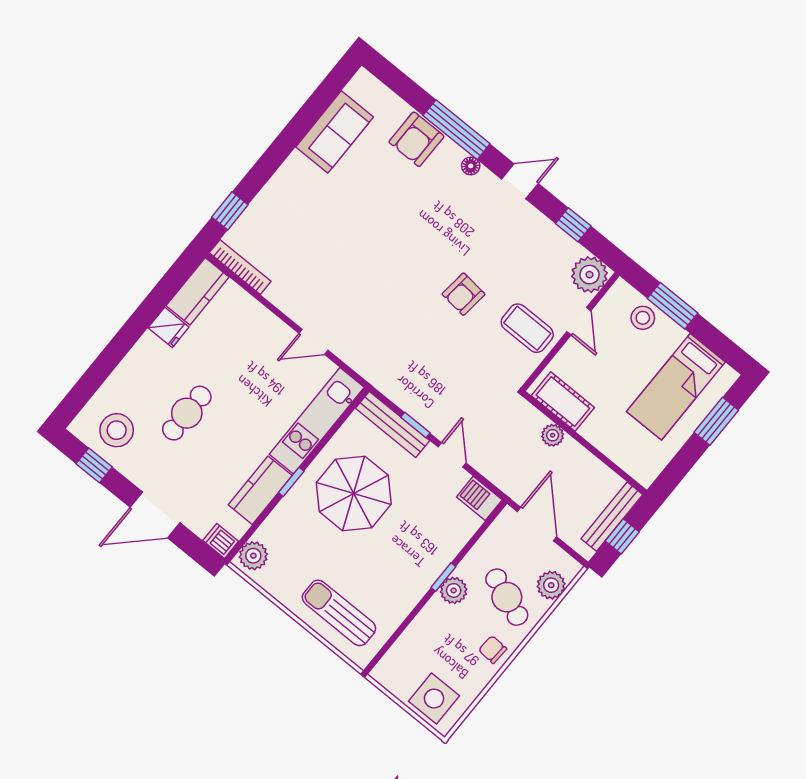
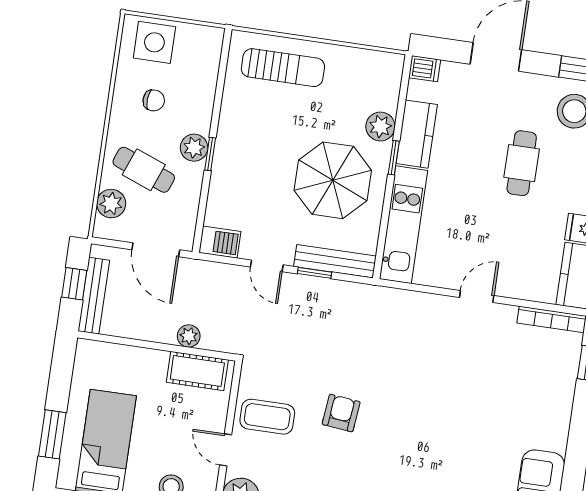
door: (313, 342) -> (477, 297), moved
plant: (253, 556) -> (380, 127), moved
chair: (493, 650) -> (154, 100), moved

